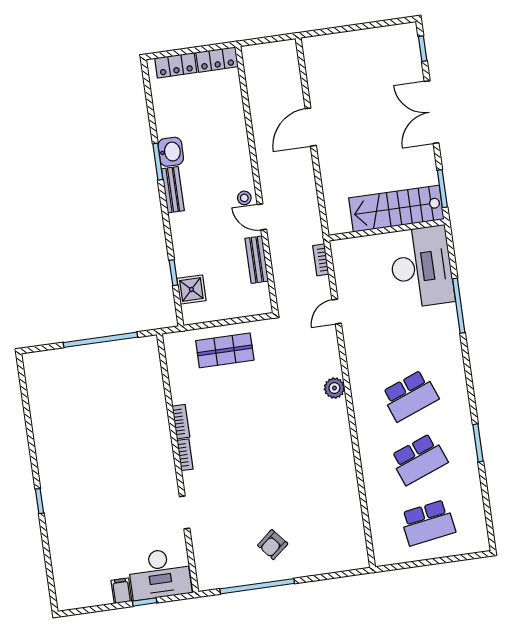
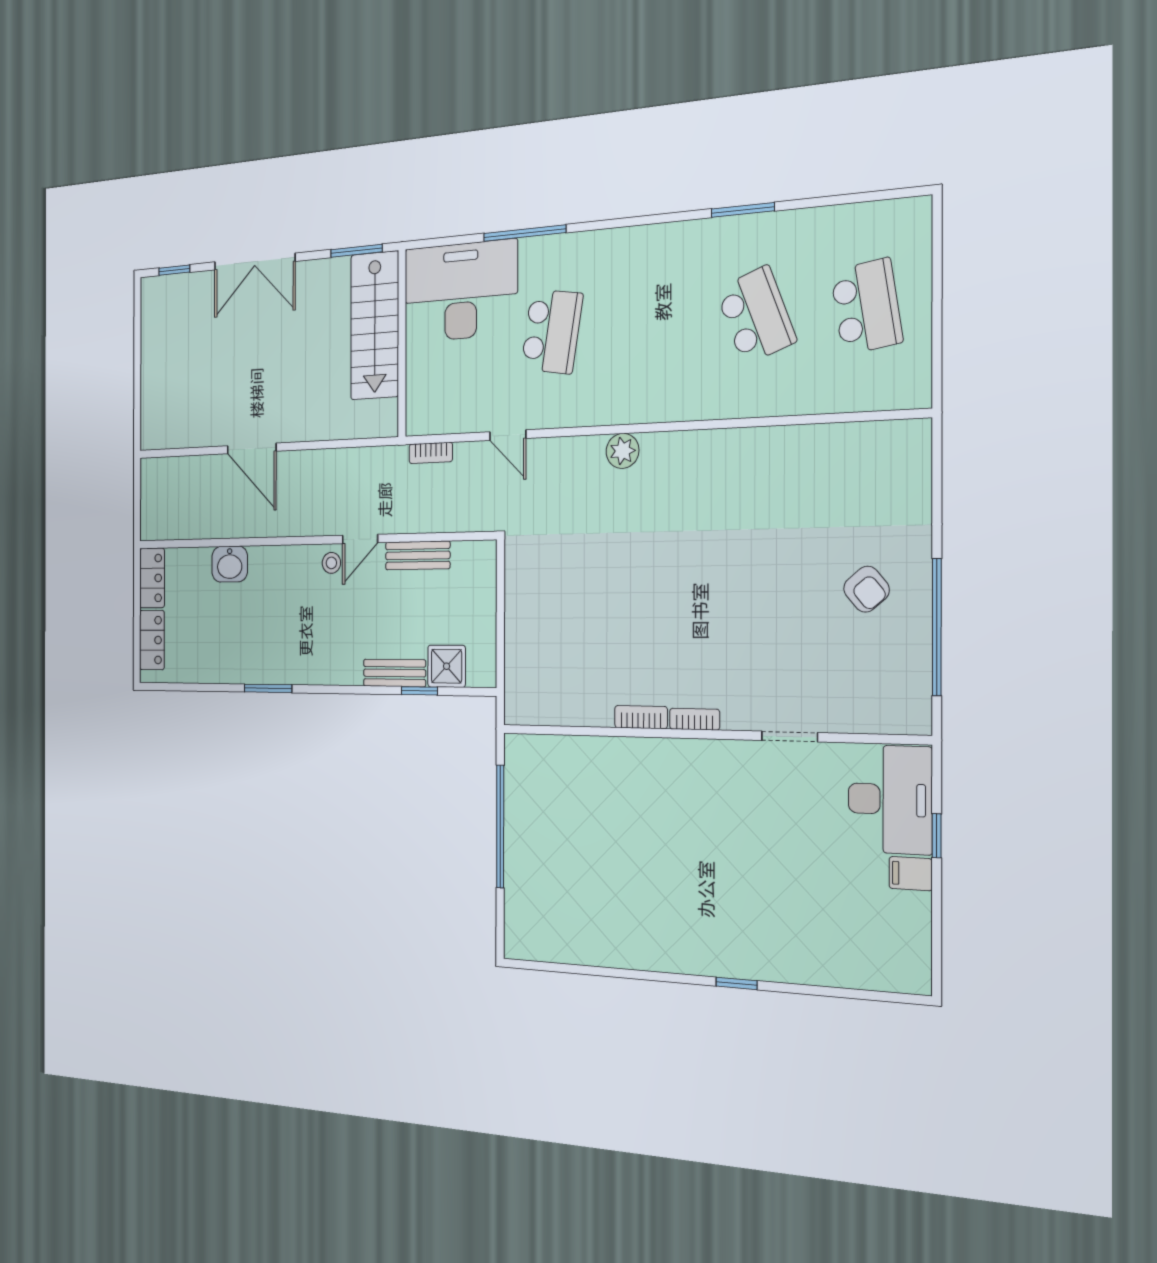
washbasin: (171, 152) -> (230, 564), moved, turned 180
bench: (173, 190) -> (394, 673), moved
shop shelf: (225, 350) -> (542, 626), removed
school desk: (410, 396) -> (552, 331), moved, turned 30

